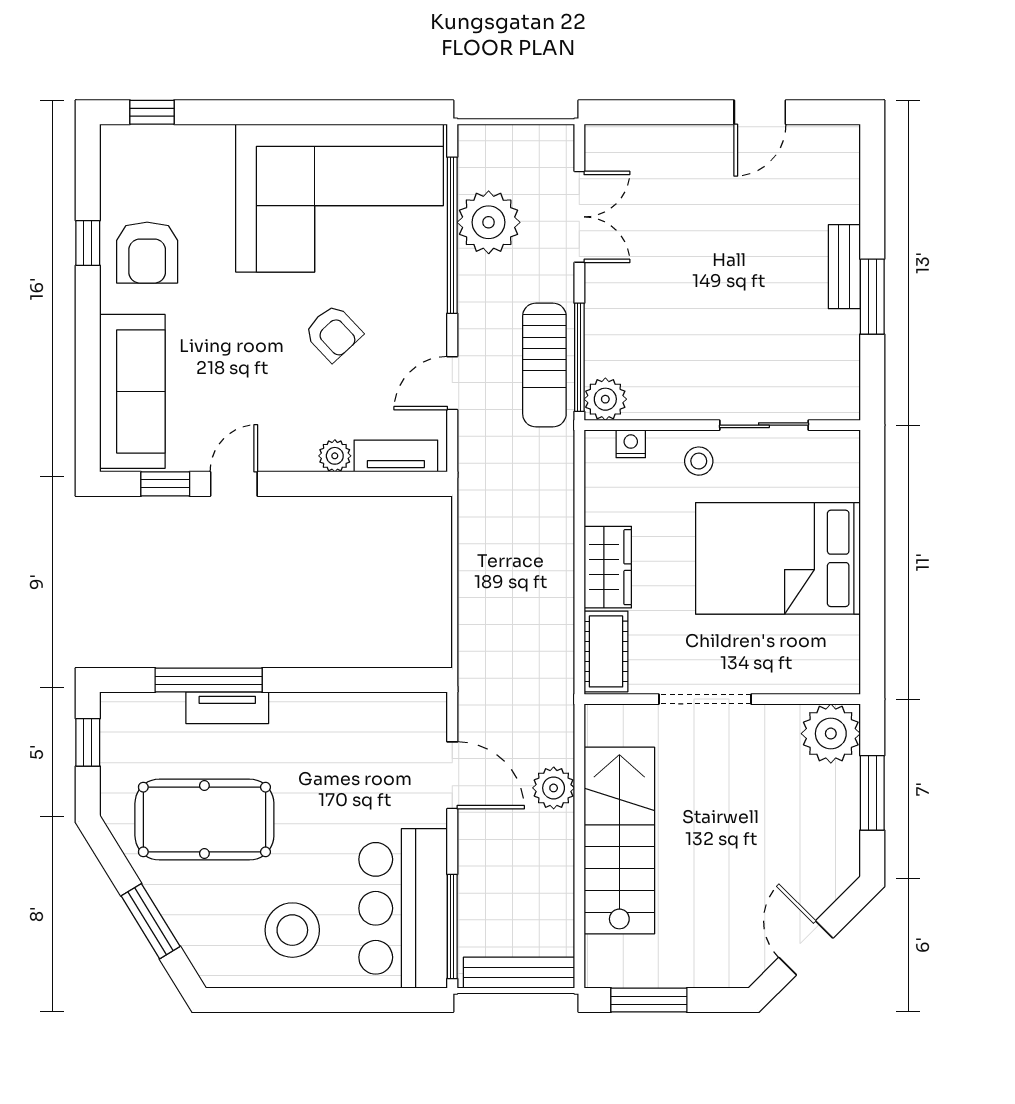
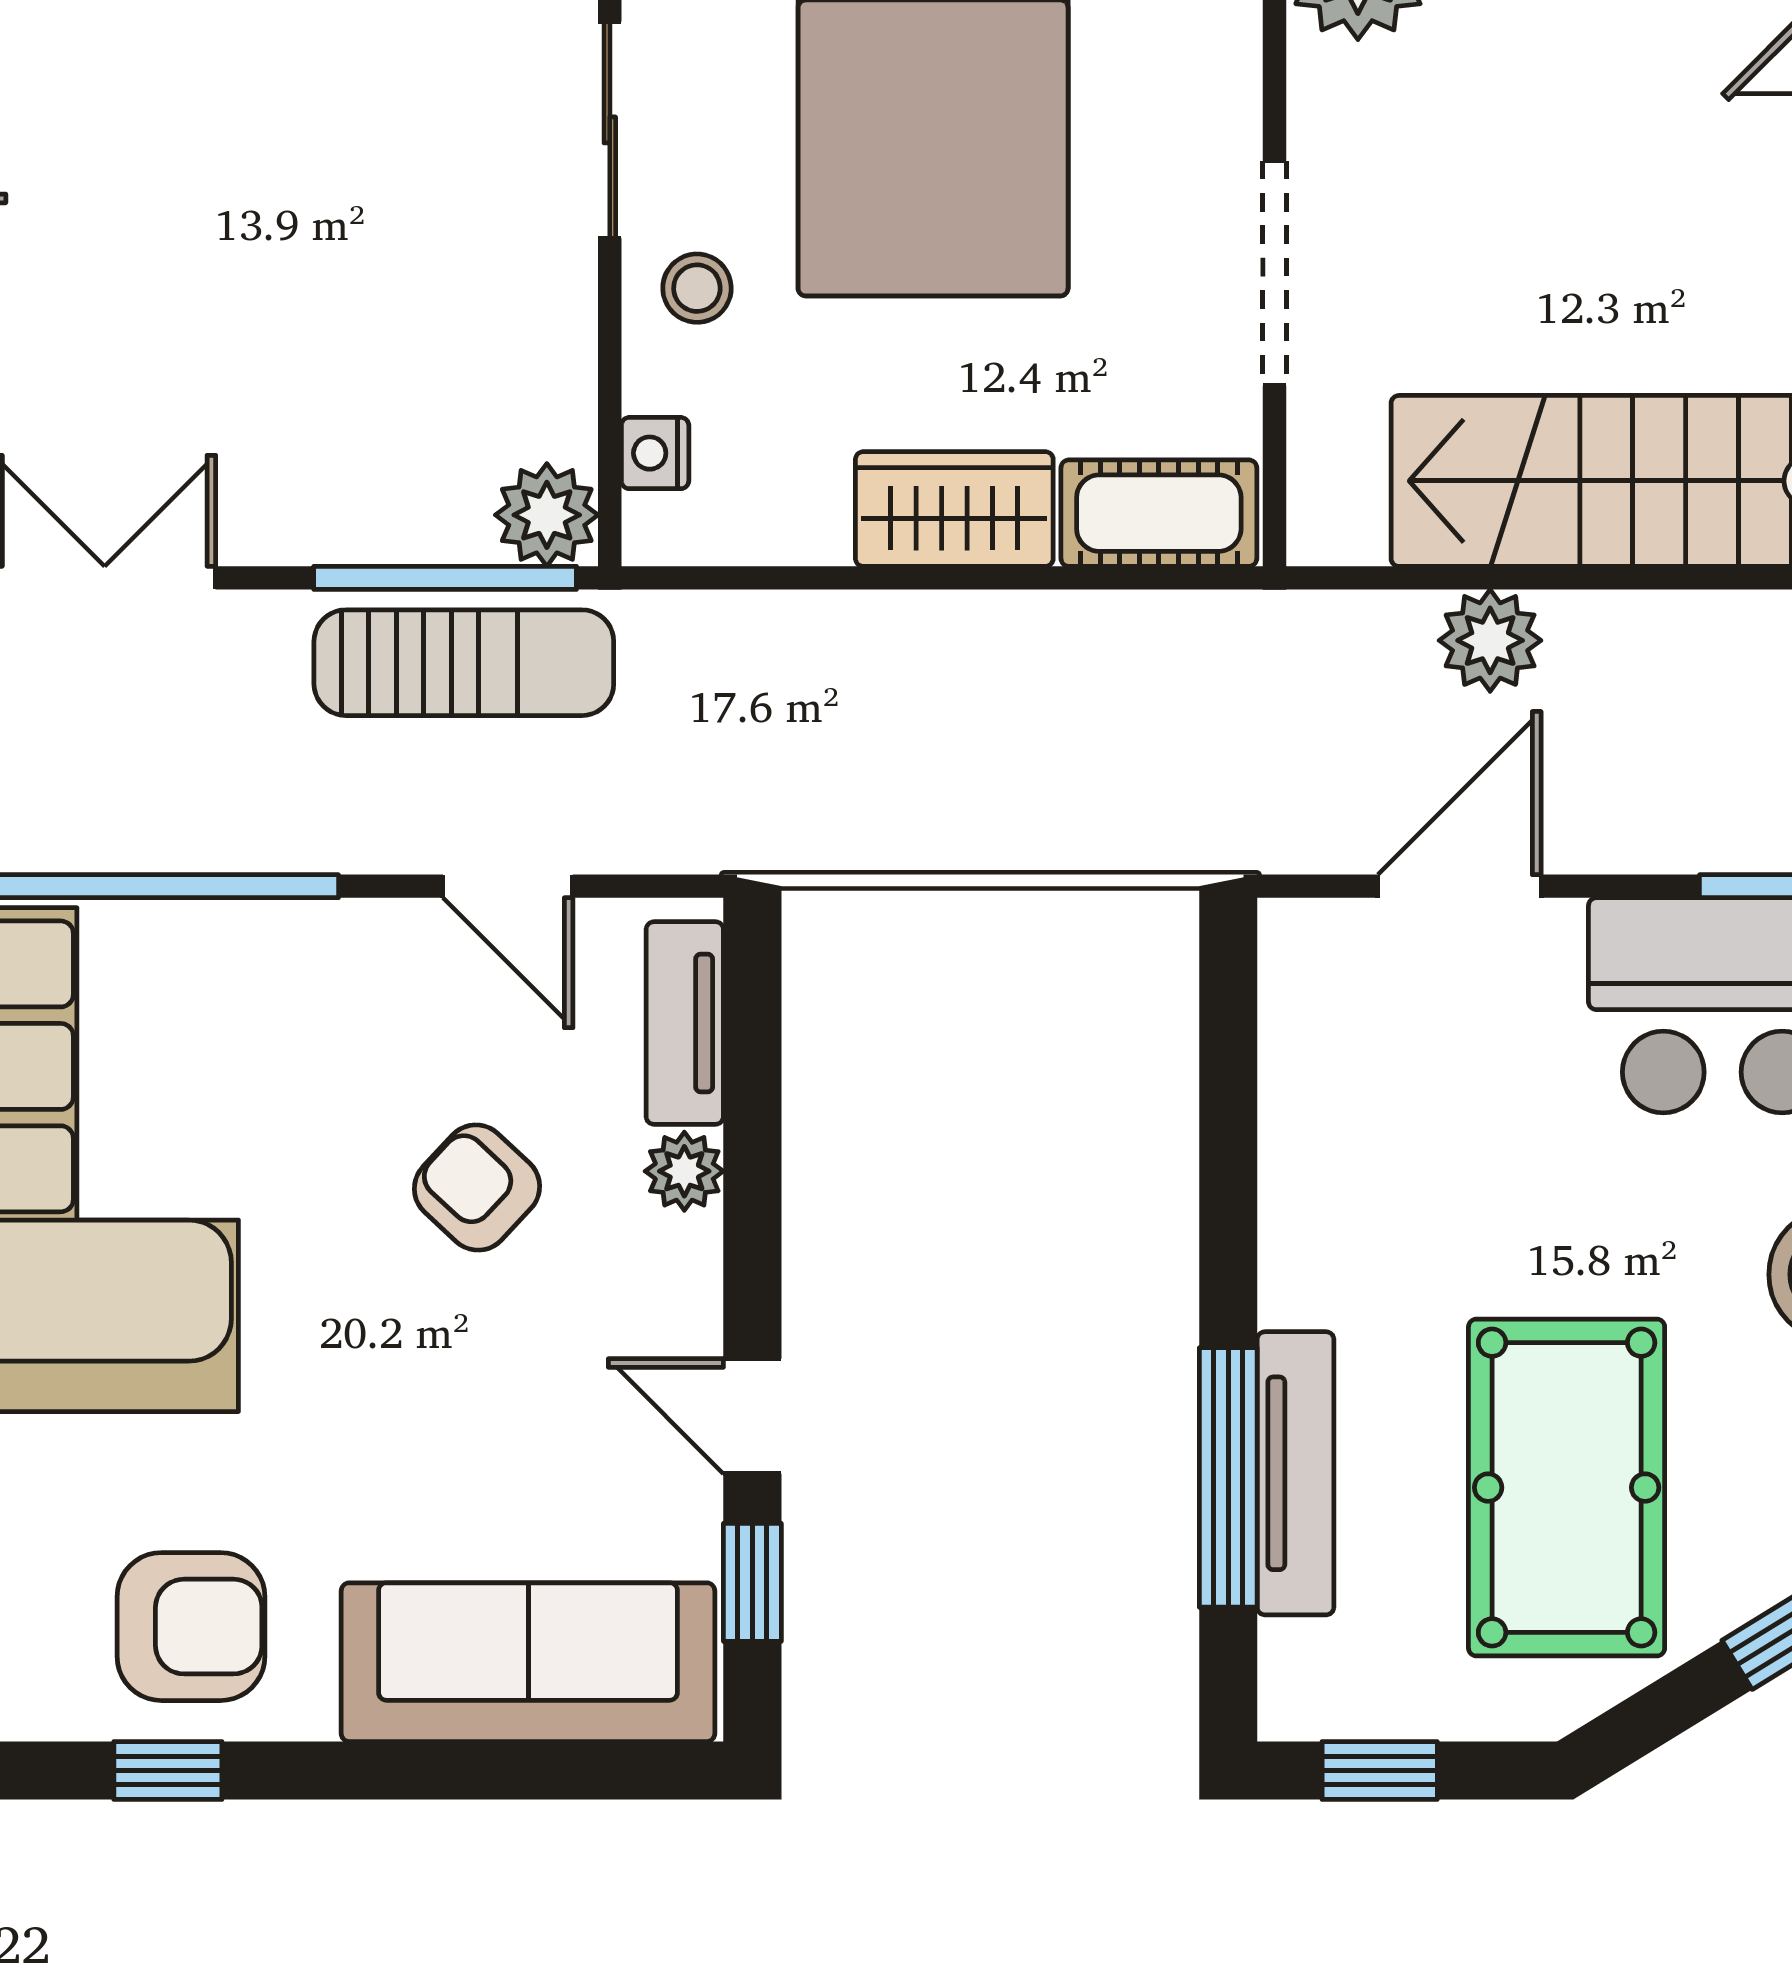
plant: (489, 222) -> (118, 798), removed
armchair: (333, 333) -> (477, 1188), moved, turned -94
tv unit: (227, 708) -> (1296, 1473), width x1.41

